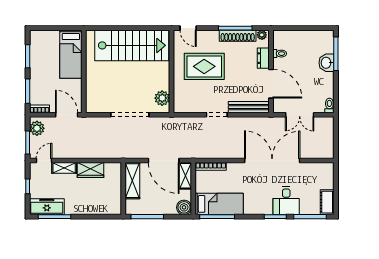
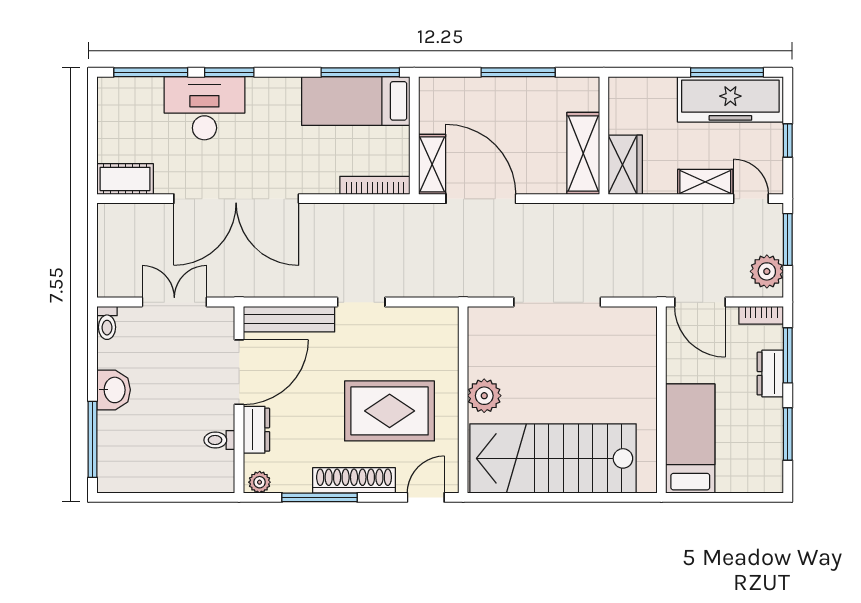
door: (188, 28) -> (426, 497), hinge flipped
shoe rack: (238, 36) -> (354, 480), moved
washbasin: (326, 63) -> (114, 390), moved
dresser: (35, 83) -> (770, 374), added
door: (271, 84) -> (239, 372), swing flipped
plant: (162, 98) -> (484, 396), moved
door: (44, 161) -> (751, 199), swing flipped
wardrobe: (91, 170) -> (625, 165), moved, turned 90
shelving: (132, 181) -> (583, 153), moved
wall: (123, 189) -> (604, 135), moved
desk: (286, 201) -> (204, 108), width x1.37
cot: (327, 202) -> (125, 179), moved, turned 90
freezer: (47, 207) -> (730, 99), width x1.36, depth x1.26
boiler: (184, 207) -> (435, 93), removed

